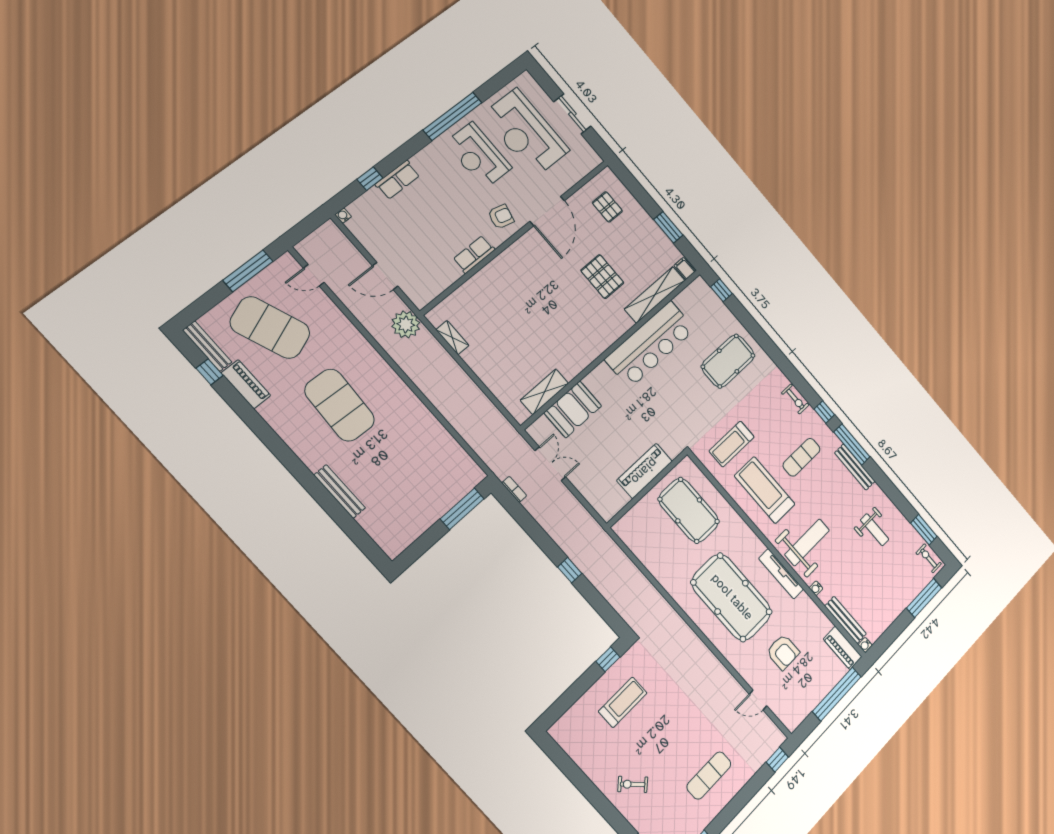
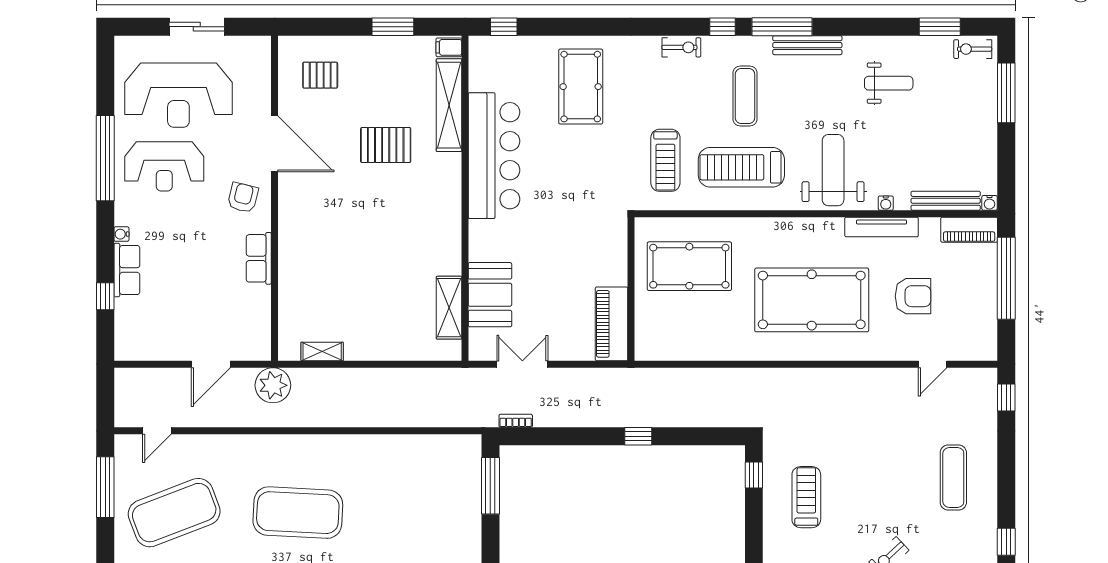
water cooler: (343, 216) -> (121, 234), moved
piano: (644, 471) -> (612, 324), moved
tv unit: (781, 574) -> (882, 227), moved

